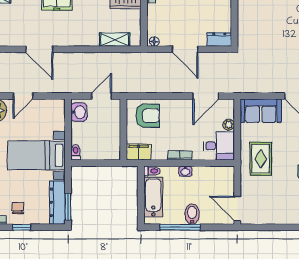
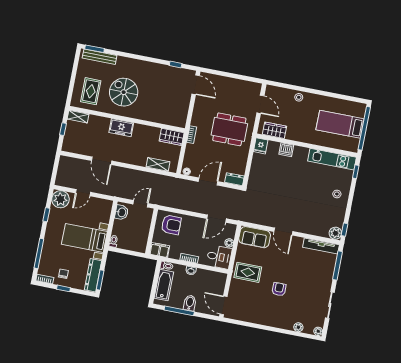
door: (185, 49) -> (208, 181), swing flipped
rug: (261, 159) -> (248, 272), turned 90

